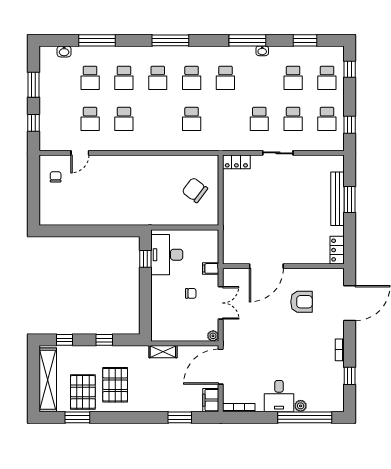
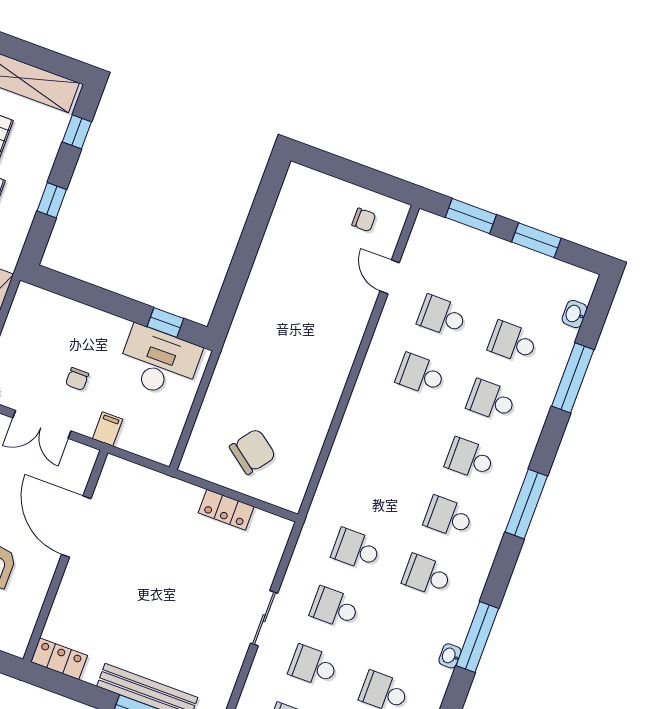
school desk: (192, 119) -> (356, 549), moved
window: (33, 123) -> (471, 216), width x1.50
locker: (236, 162) -> (226, 510), moved, turned -90

